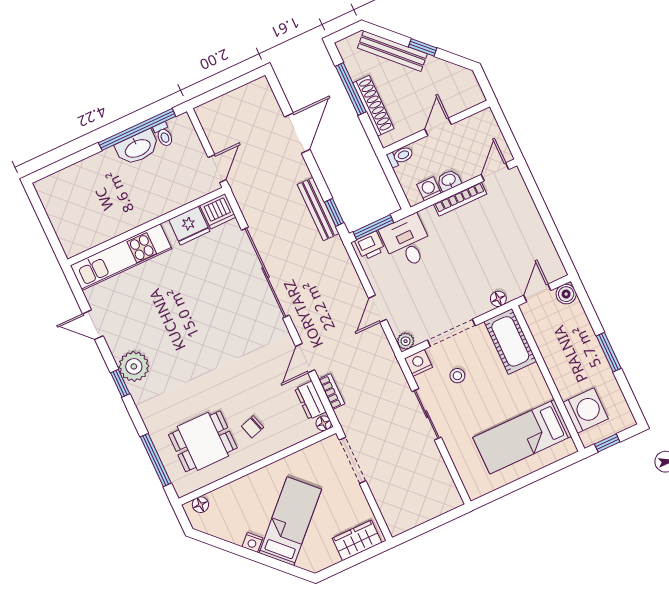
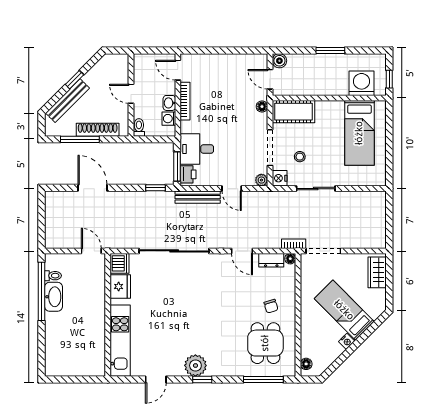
bench: (318, 209) -> (198, 197), moved
bookcase: (332, 392) -> (294, 244), moved

